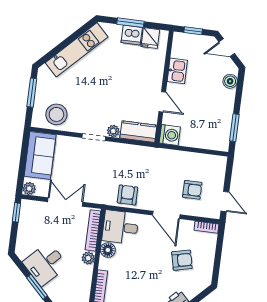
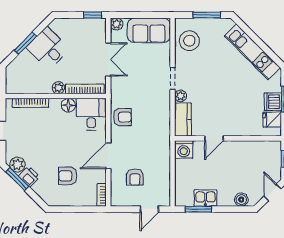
kitchen sink: (177, 71) -> (205, 198), moved, turned 180
door: (225, 202) -> (149, 209), moved
armchair: (182, 260) -> (68, 176), turned 103

